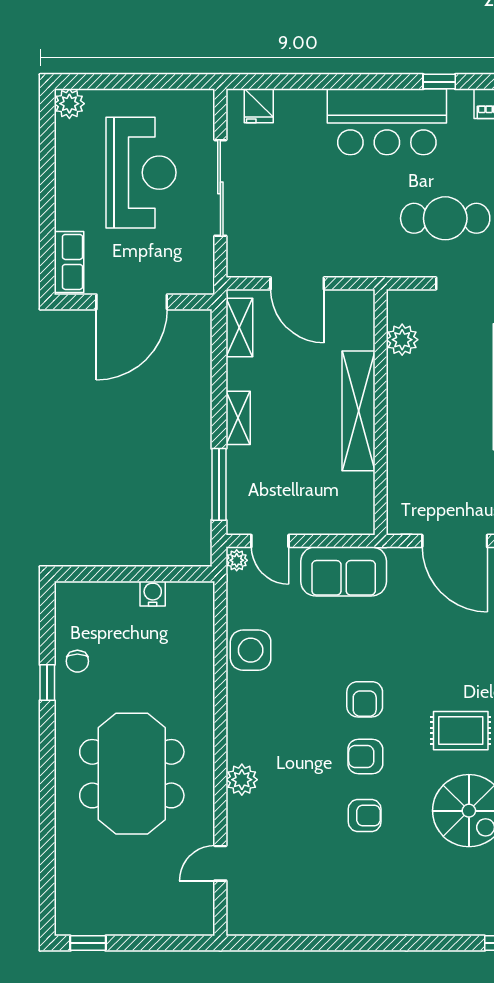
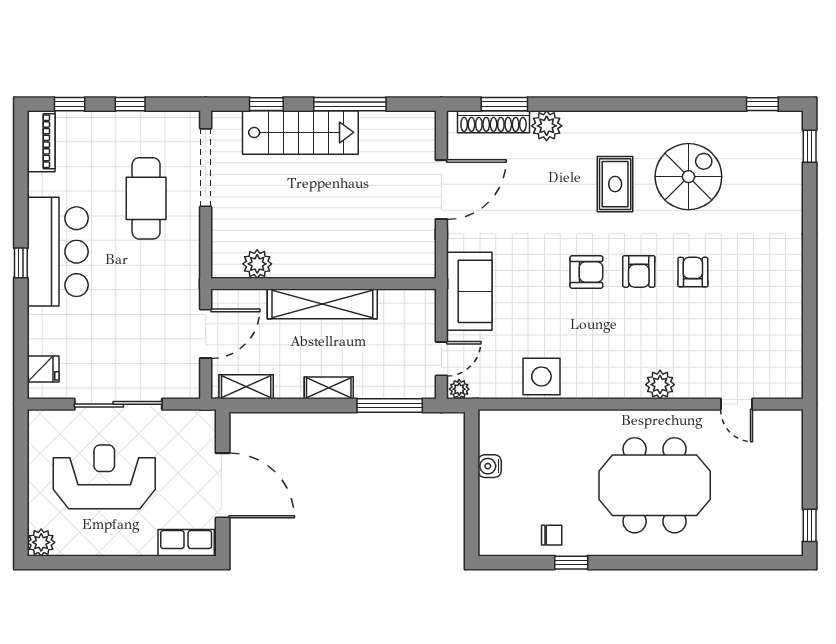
window: (439, 82) -> (21, 263), moved
plant: (402, 340) -> (257, 264), moved
shelving: (359, 411) -> (322, 304), moved
wall: (381, 412) -> (324, 284), moved

